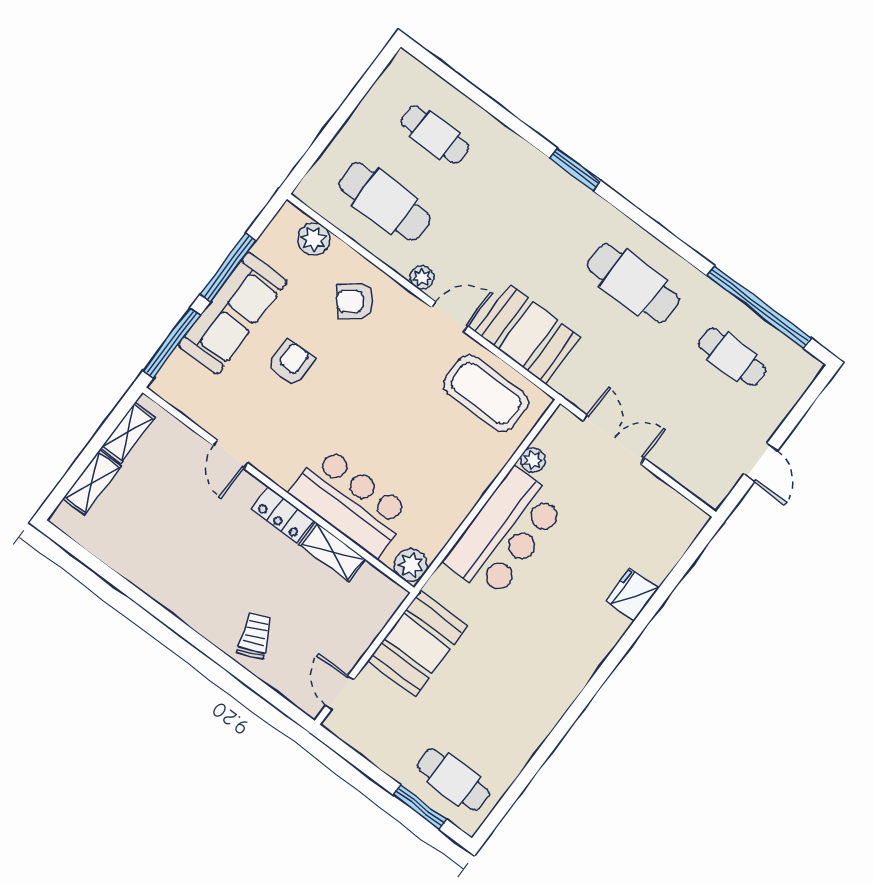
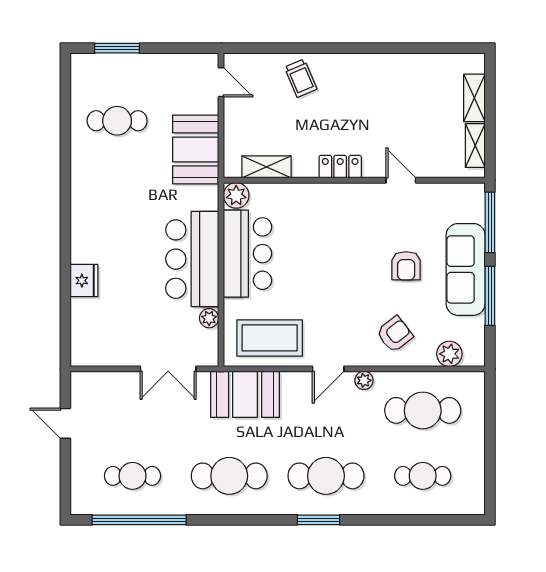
cafe table: (534, 209) -> (326, 476), added
booth: (528, 335) -> (245, 394), moved
bar counter: (351, 502) -> (248, 254), moved, turned -90
shelving: (332, 552) -> (267, 167), moved
cafe table: (453, 780) -> (117, 121), moved

